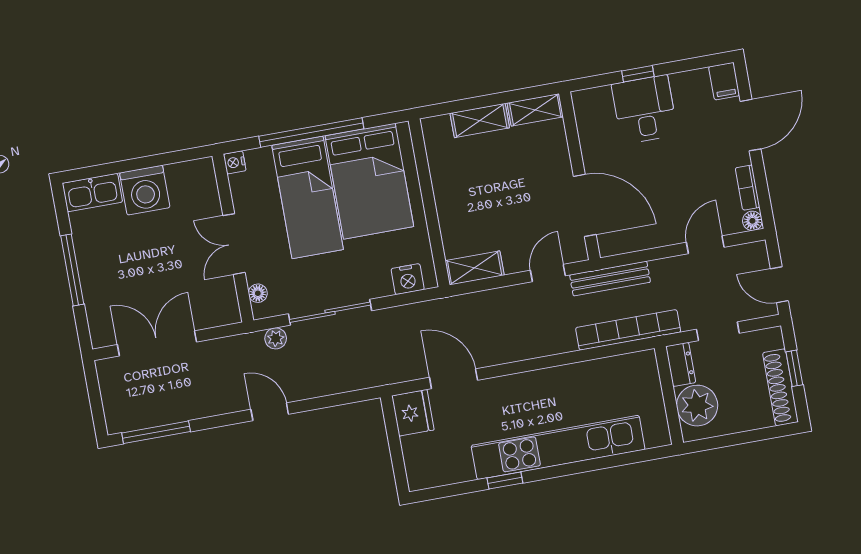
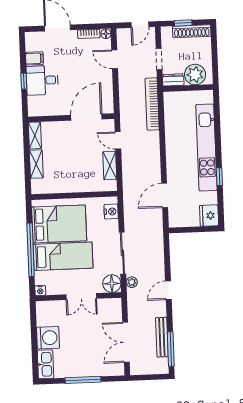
filing cabinet: (724, 81) -> (34, 58), moved
shelving: (475, 268) -> (110, 165), moved
bench: (610, 279) -> (162, 337), moved
floor lamp: (258, 293) -> (112, 284), width x1.89, depth x1.89
fridge: (413, 413) -> (209, 216), moved, turned -90

